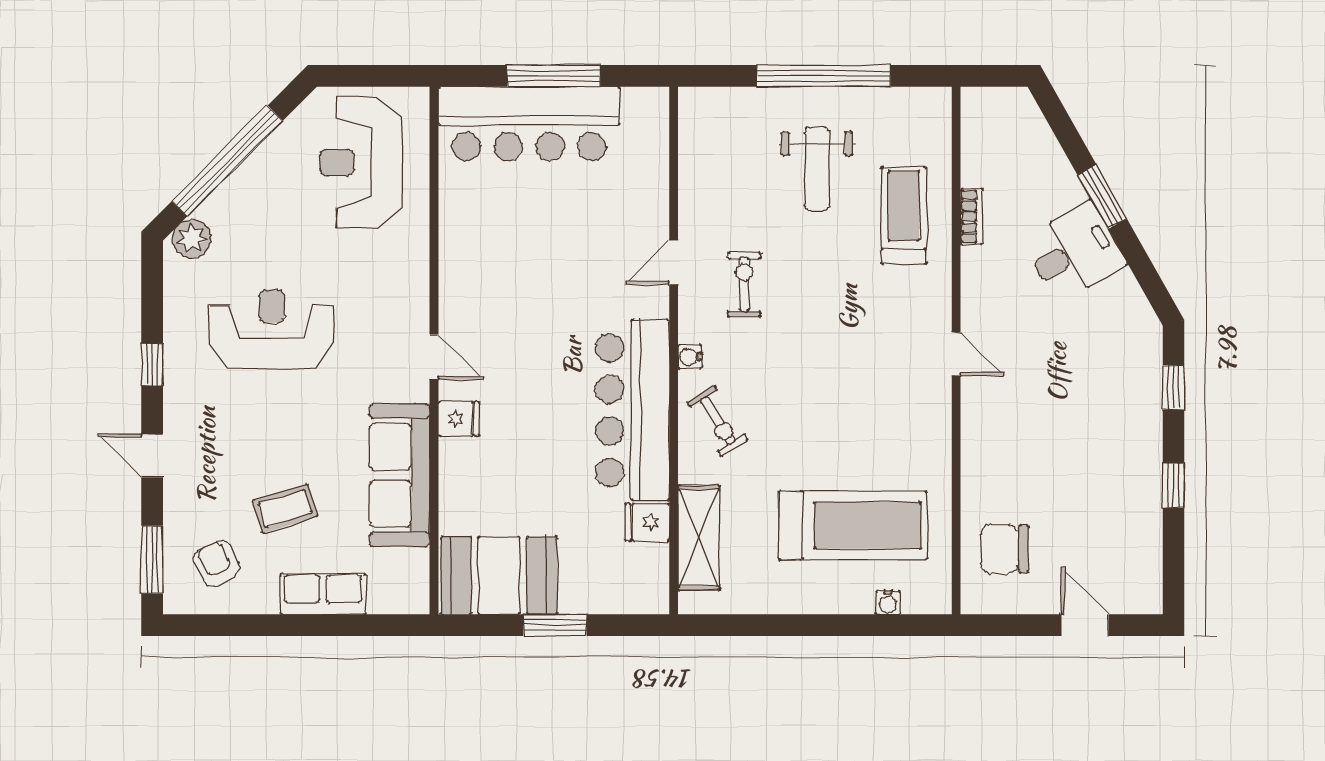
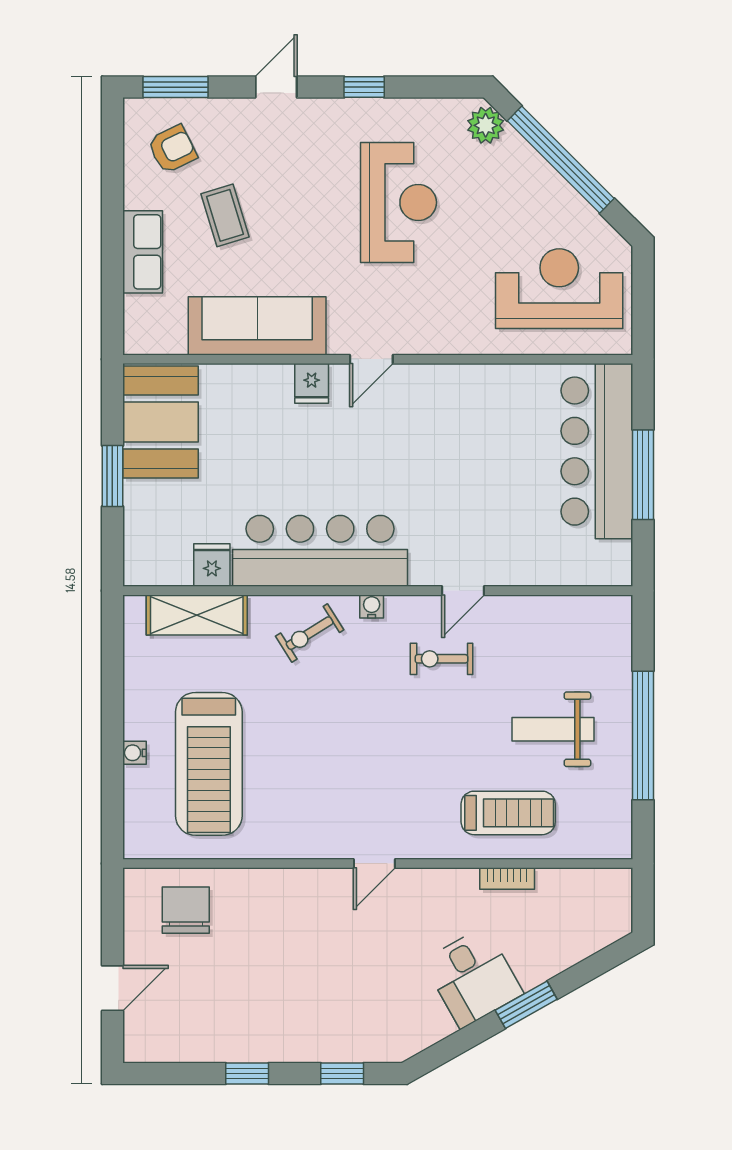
door: (674, 262) -> (463, 591), swing flipped
exercise bike: (744, 284) -> (442, 659), turned 180
water cooler: (888, 602) -> (134, 753), moved

